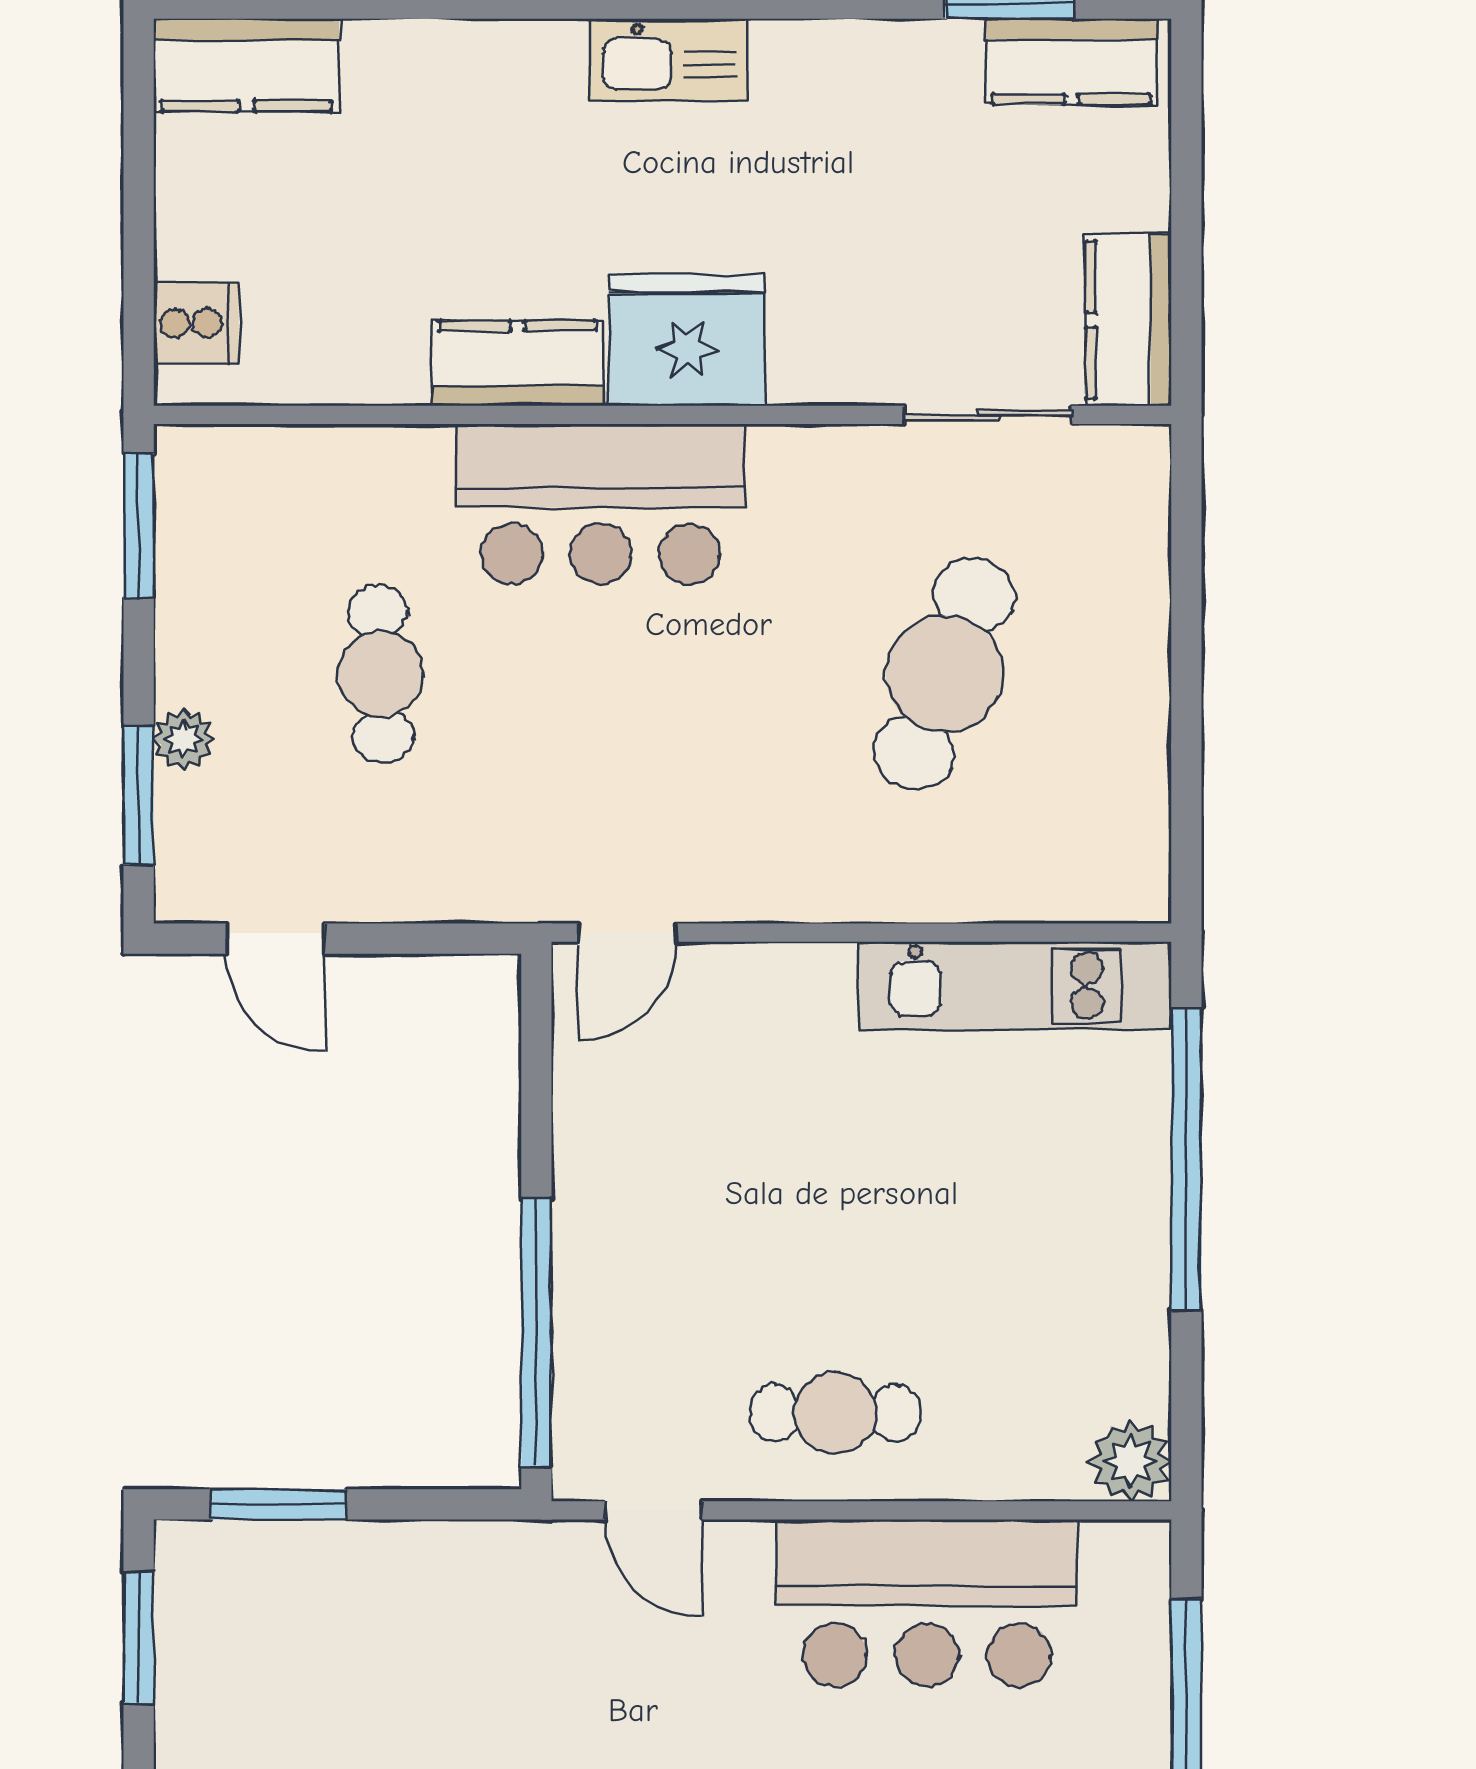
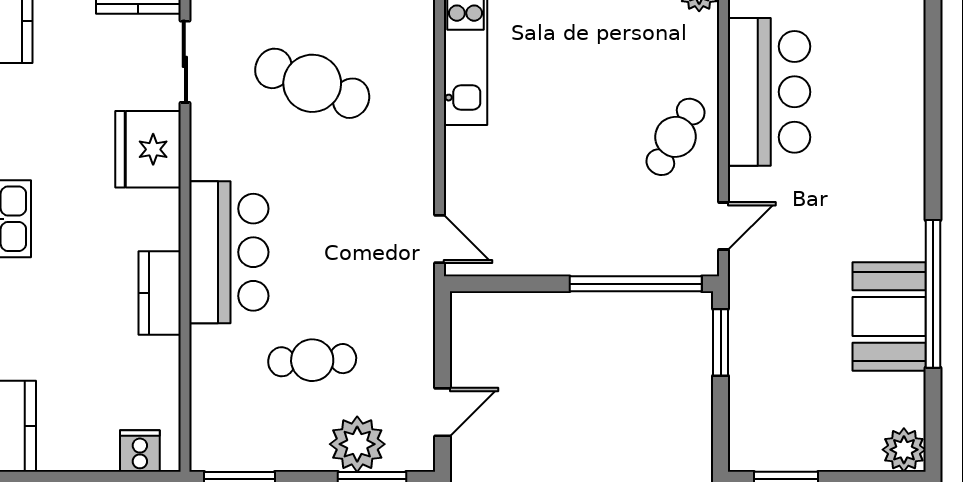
fridge: (687, 340) -> (148, 149), moved
plant: (184, 739) -> (357, 444), width x1.88, depth x1.88
cafe table: (835, 1413) -> (675, 137), turned 31
window: (278, 1504) -> (721, 342), moved

